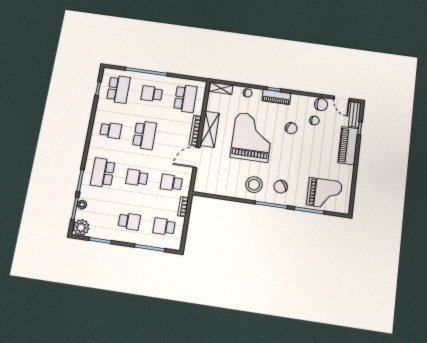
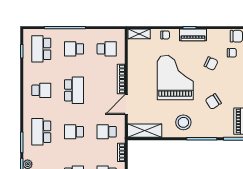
school desk: (118, 89) -> (41, 49), turned 180
school desk: (185, 98) -> (107, 49), width x0.54
shelving: (210, 129) -> (145, 131), moved, turned 90
chair: (281, 187) -> (213, 102), moved

